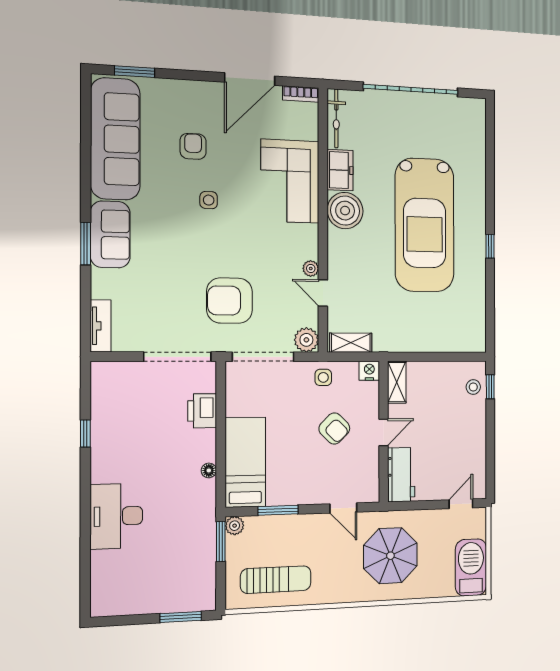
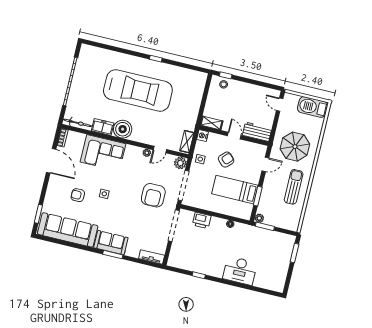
bed: (245, 462) -> (235, 190), moved
sun lounger: (276, 580) -> (294, 187), moved

